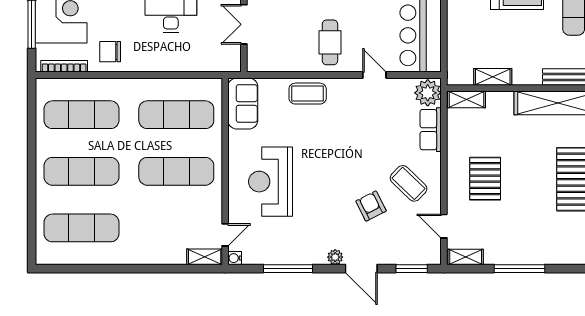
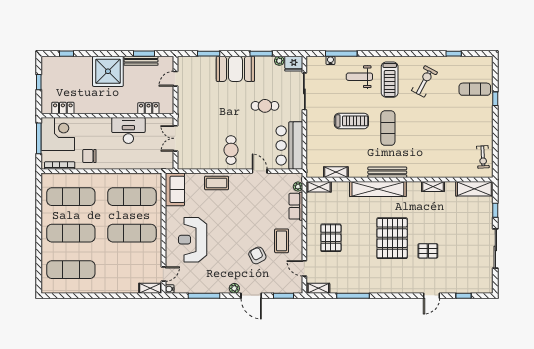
plant: (428, 93) -> (298, 187), width x0.53, depth x0.53
coffee table: (409, 183) -> (282, 241), turned 46

